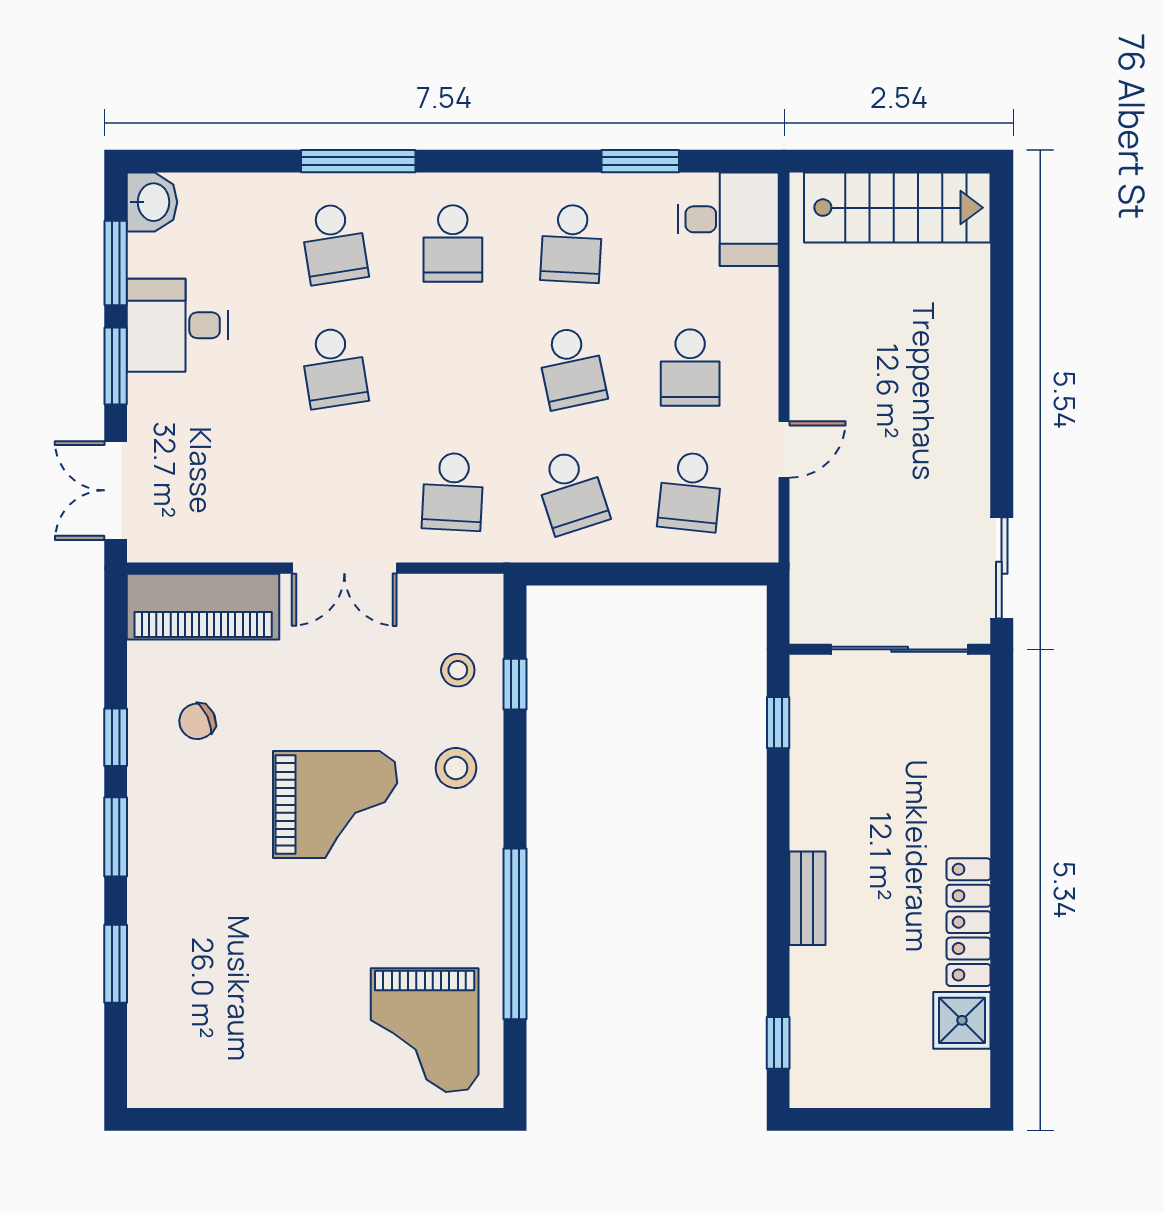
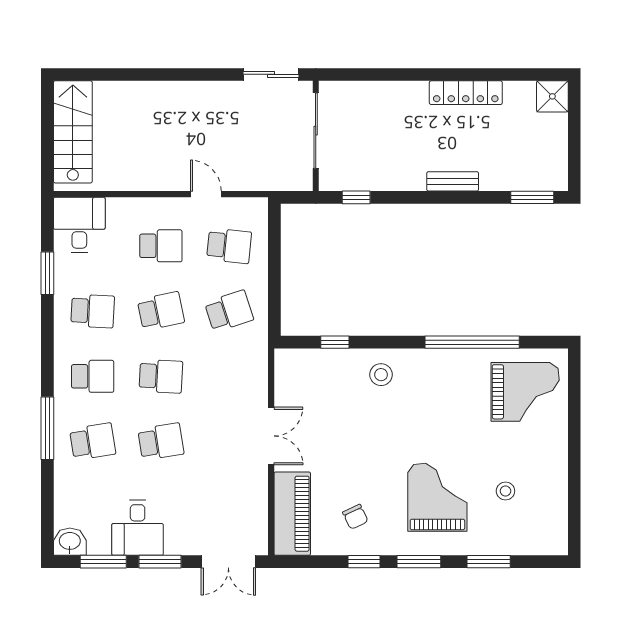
school desk: (453, 492) -> (161, 376), moved
stool: (458, 670) -> (505, 491), moved
grand piano: (335, 805) -> (437, 497), moved
shower: (962, 1020) -> (552, 96), moved
window: (778, 1043) -> (532, 197), width x1.50

